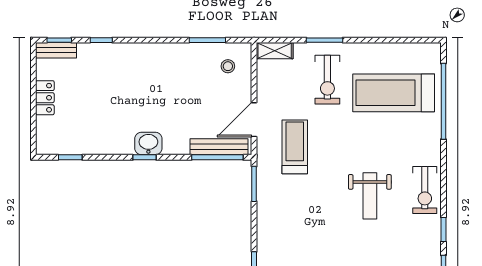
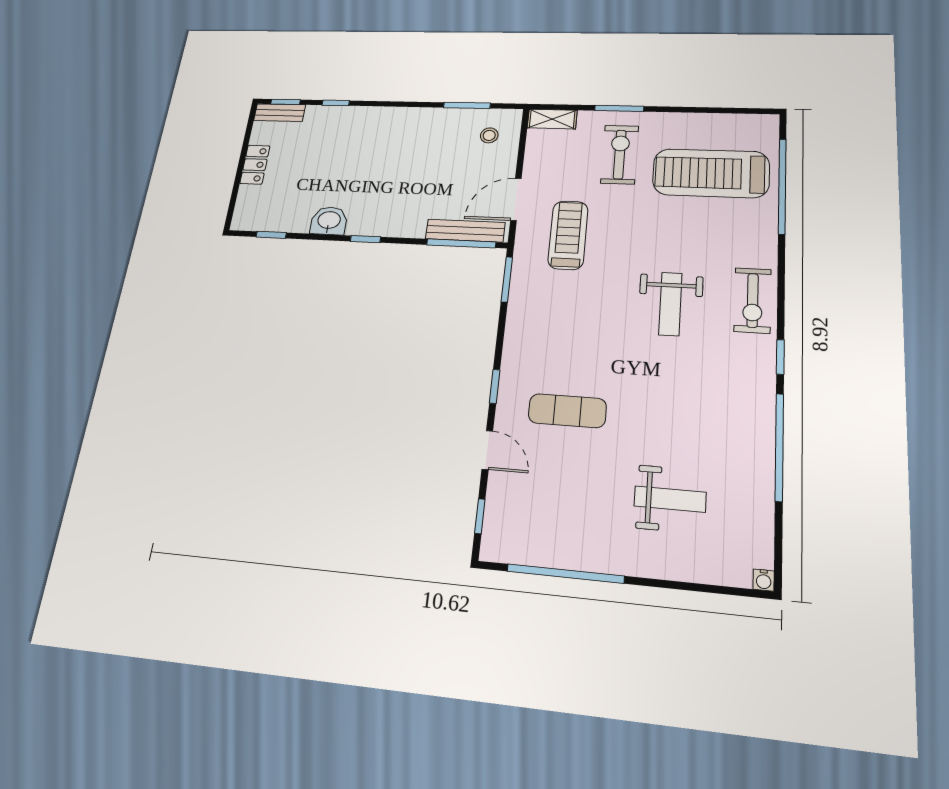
exercise bike: (327, 80) -> (620, 154), turned 180
washbasin: (148, 143) -> (329, 221), moved

